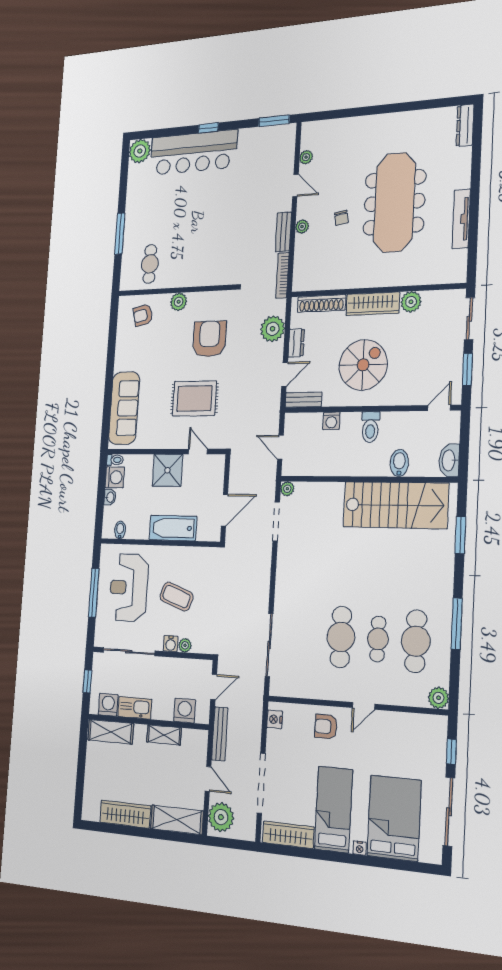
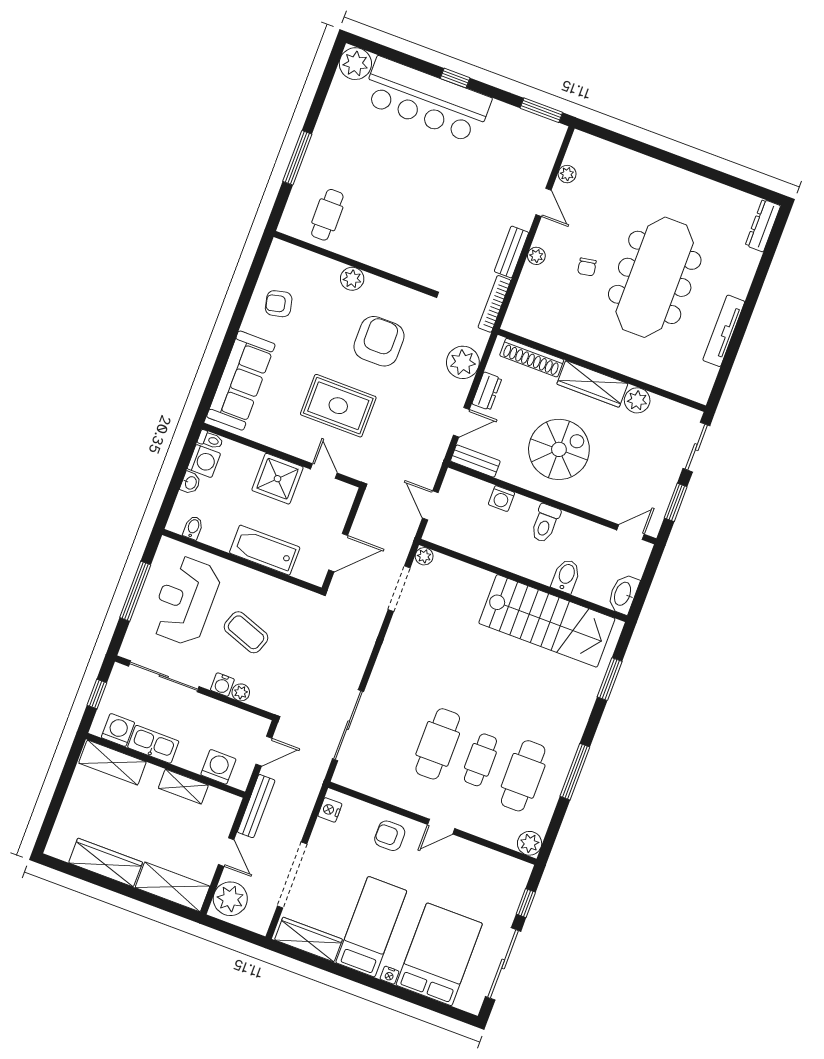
armchair: (143, 315) -> (279, 304), moved

